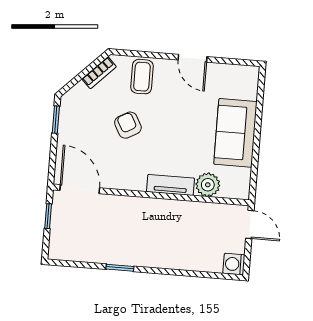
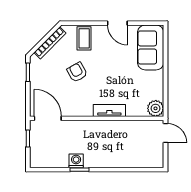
bookcase: (99, 73) -> (50, 43), width x1.56
sofa: (235, 133) -> (151, 47), moved
plant: (208, 185) -> (156, 108), moved
washing machine: (234, 264) -> (76, 161), moved, turned 90

